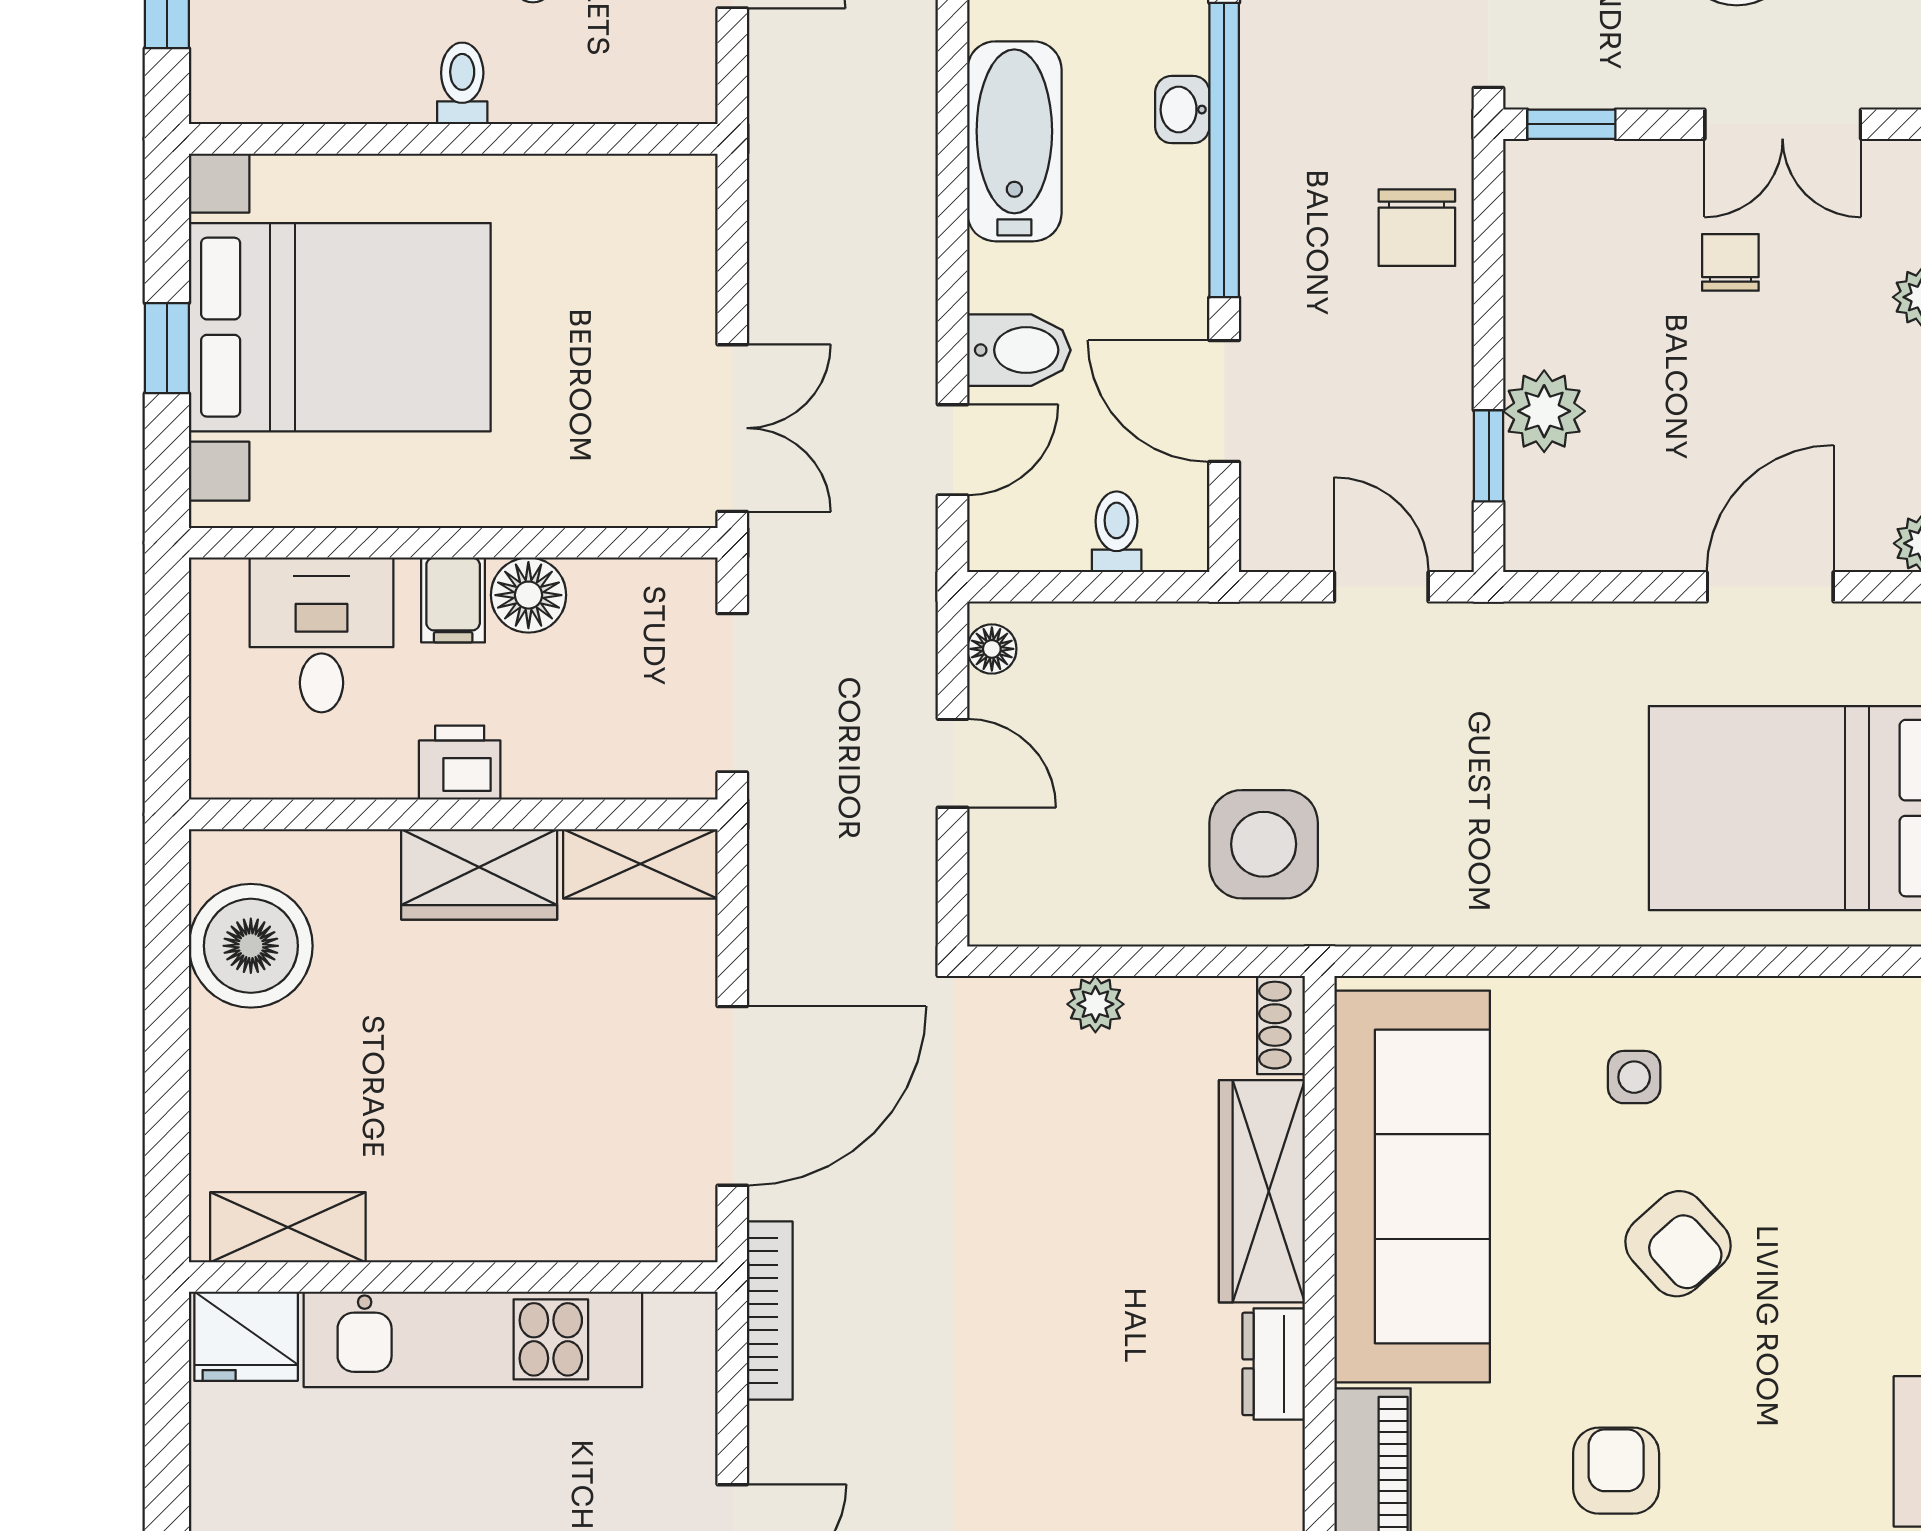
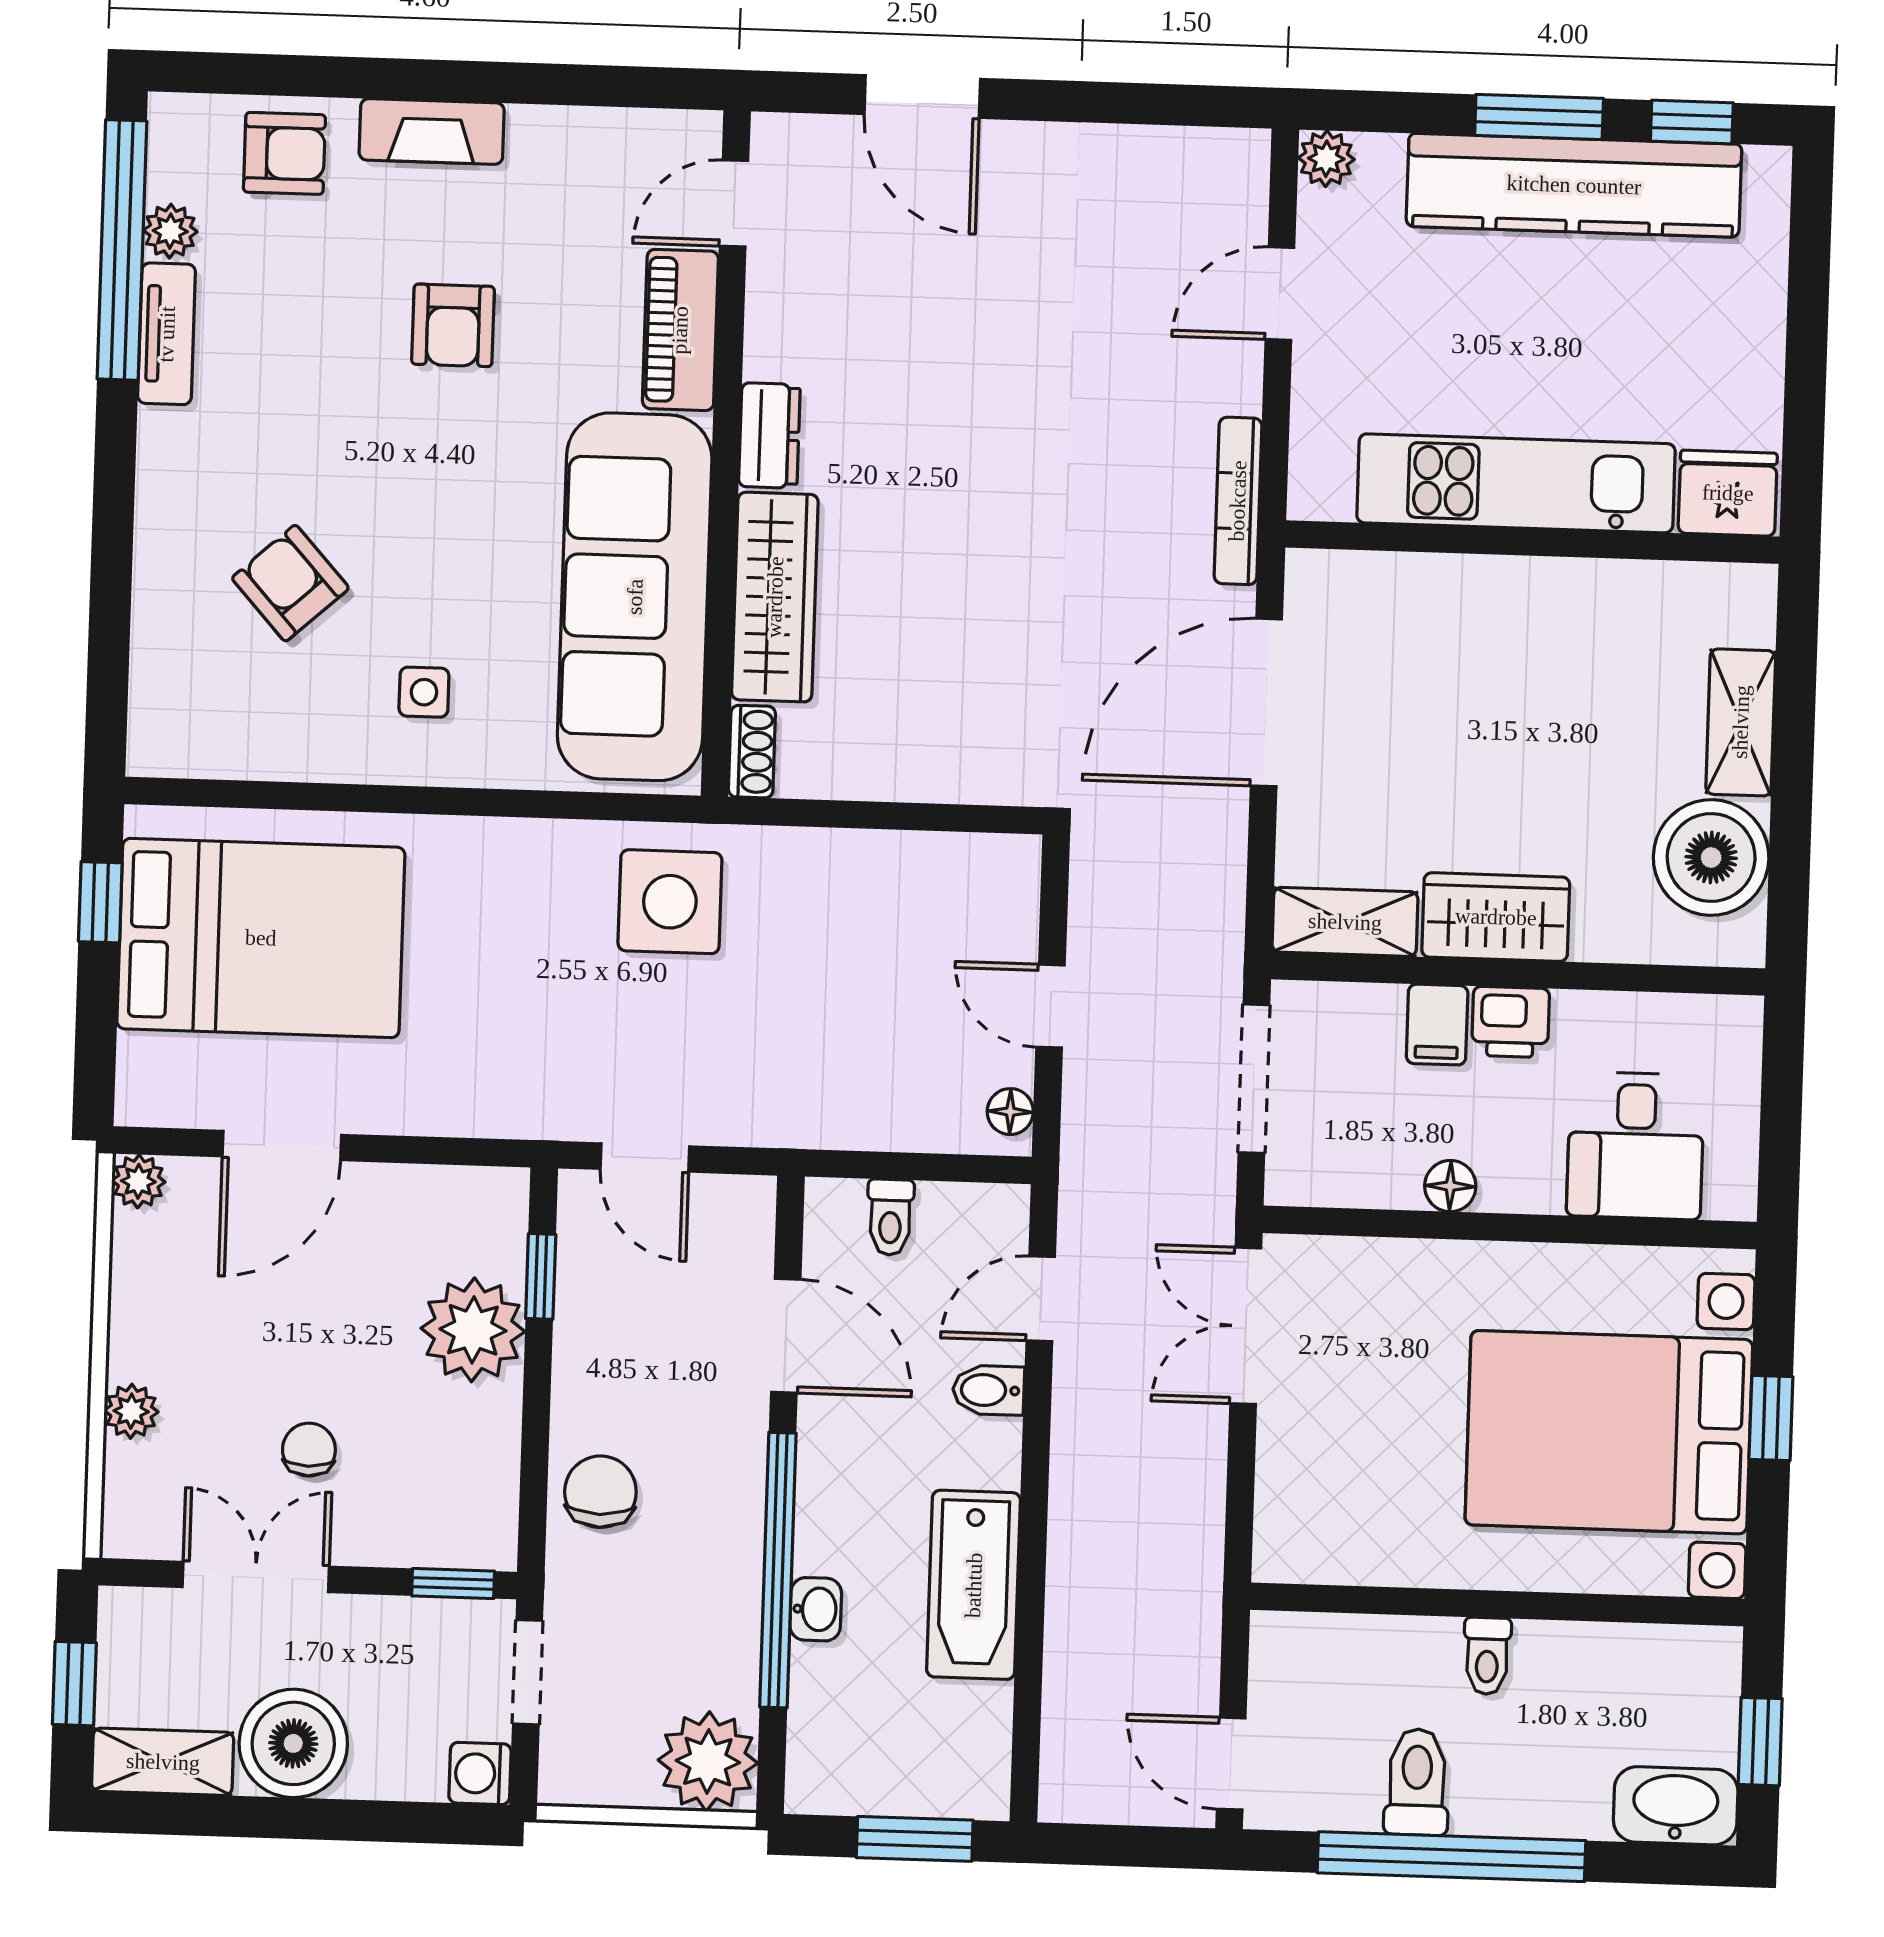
chair: (1730, 262) -> (309, 1450), turned 180
bidet: (1019, 350) -> (988, 1390), width x0.72, depth x0.74
plant: (1544, 411) -> (473, 1330), width x1.36, depth x1.36
floor lamp: (528, 595) -> (1450, 1186), width x0.73, depth x0.73
filing cabinet: (453, 600) -> (1437, 1025), moved, turned 180
side table: (1264, 844) -> (670, 902), moved
plant: (1095, 1004) -> (925, 777), removed
shelving: (288, 1227) -> (1741, 722), moved, turned 90
armchair: (1678, 1244) -> (290, 583), moved

